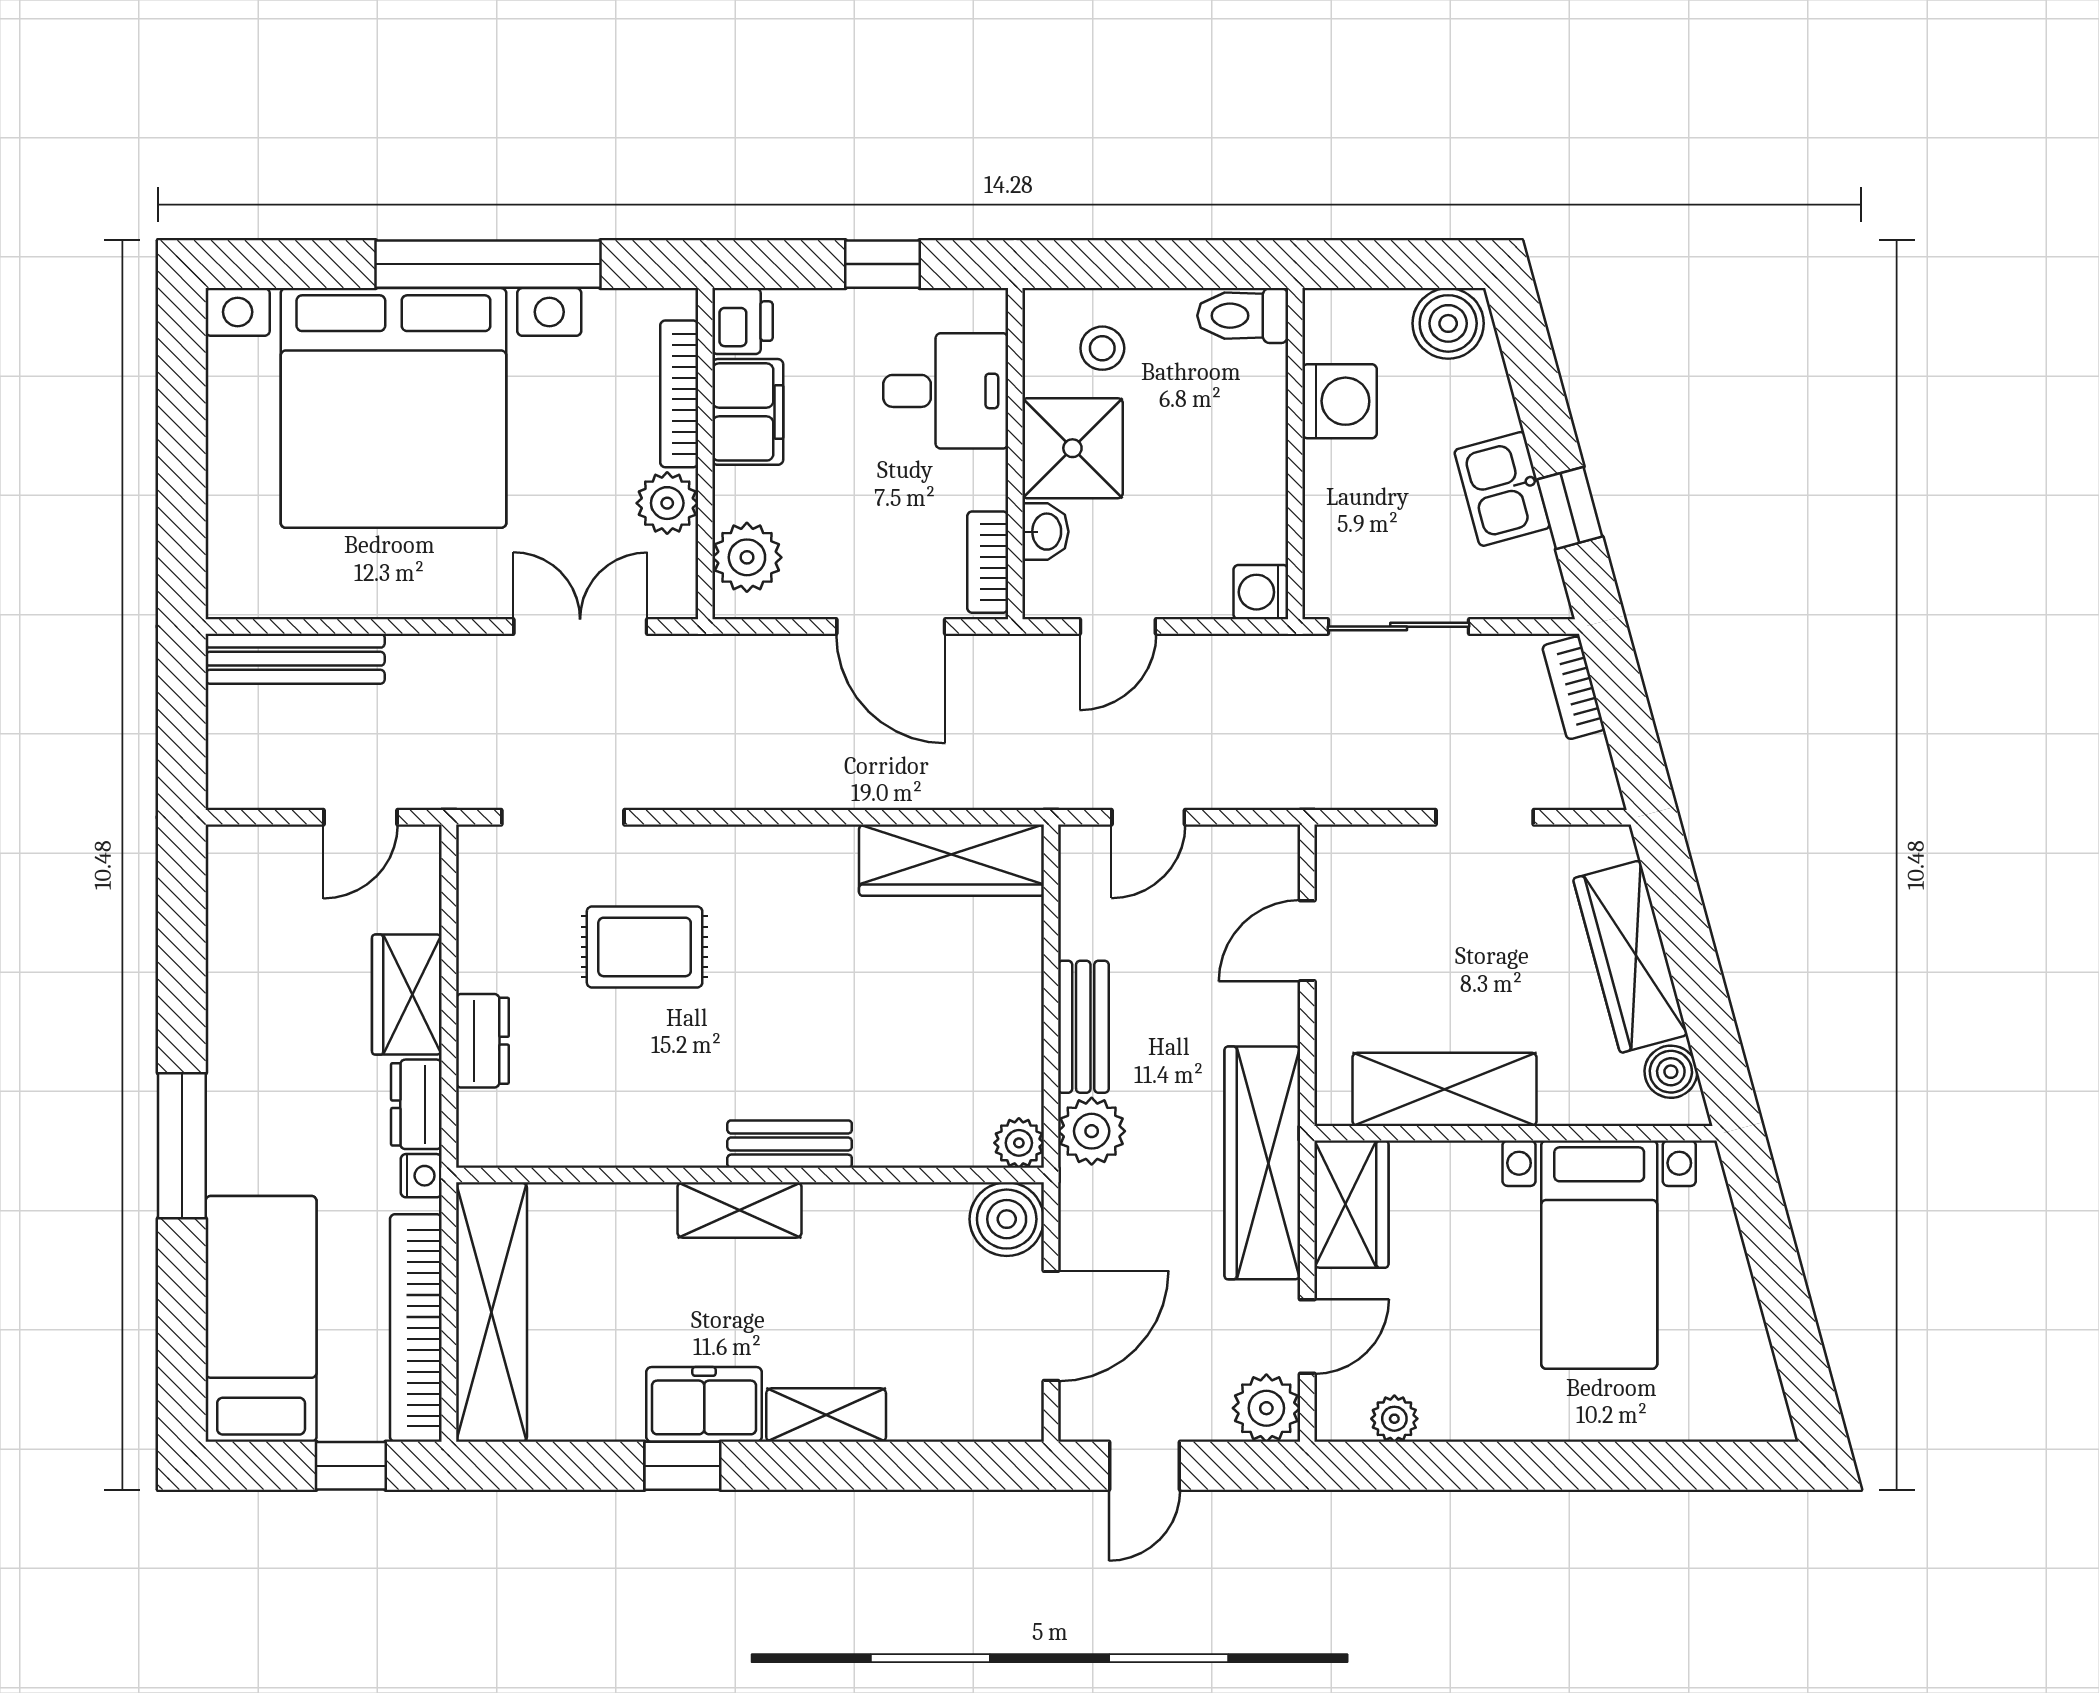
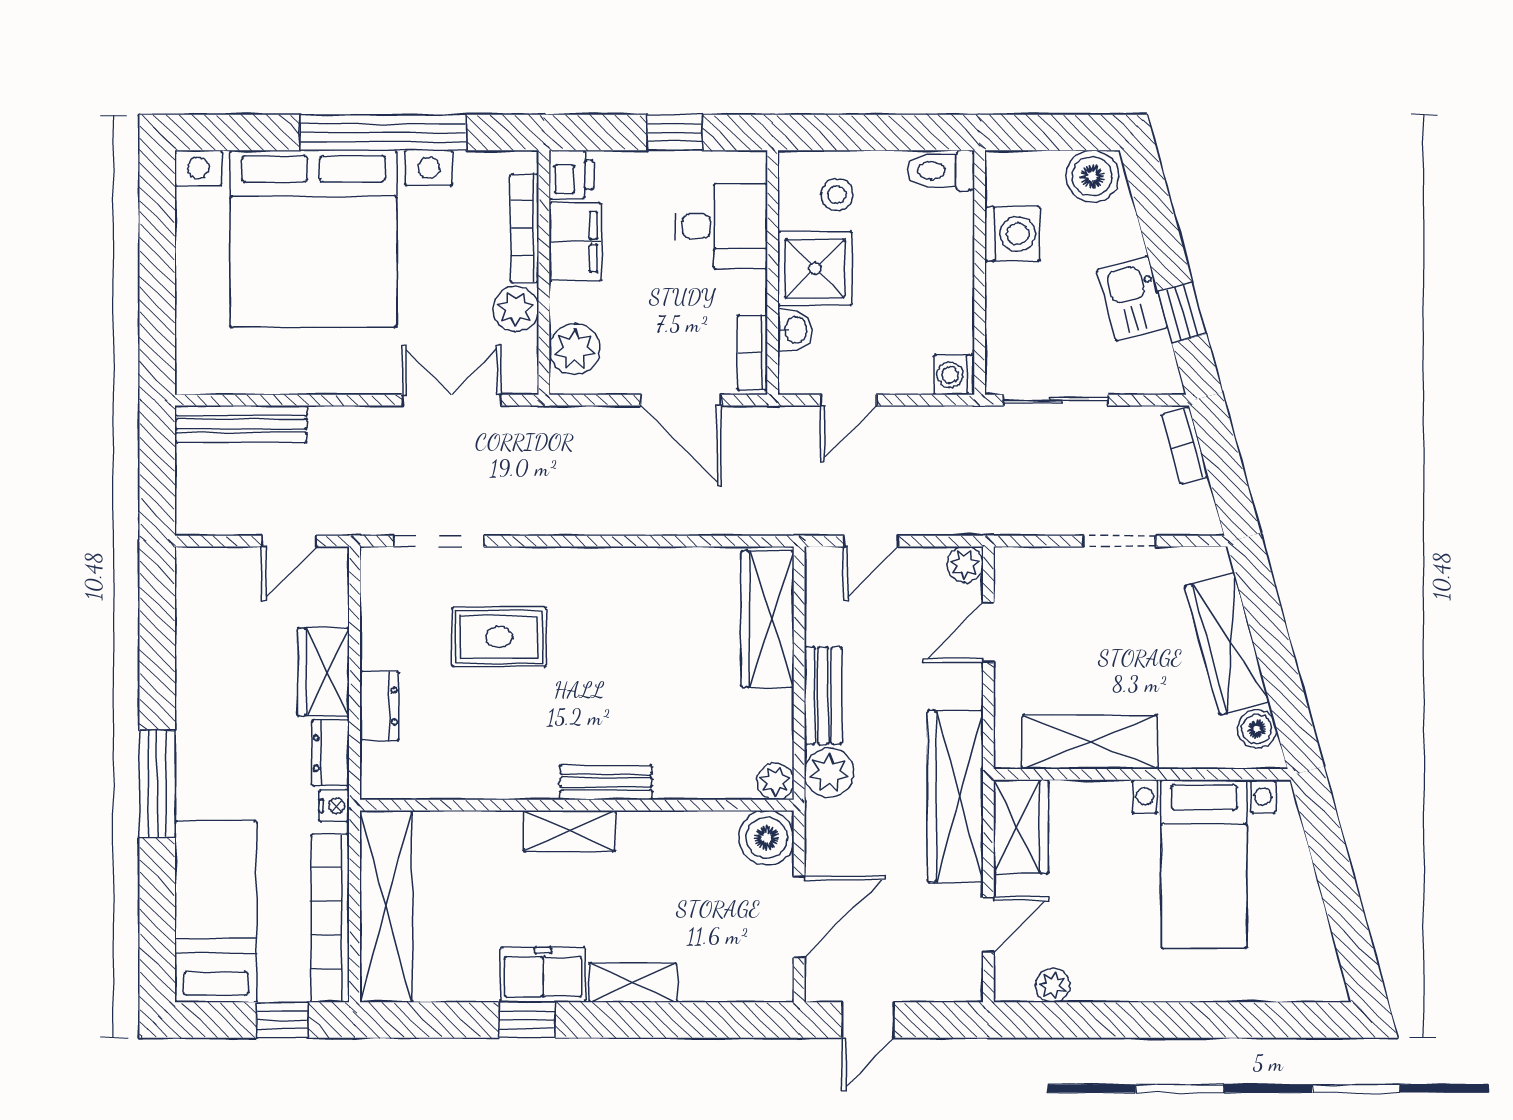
wardrobe: (951, 860) -> (767, 619), moved, turned 90
plant: (1266, 1408) -> (965, 564), moved, width x0.73, depth x0.73

